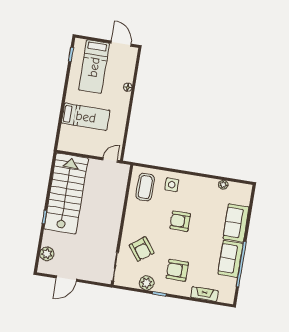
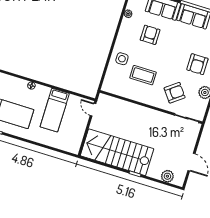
bed: (86, 117) -> (55, 110), moved, turned 180
coffee table: (145, 187) -> (143, 75), moved
armchair: (180, 221) -> (150, 35), moved, turned 180

